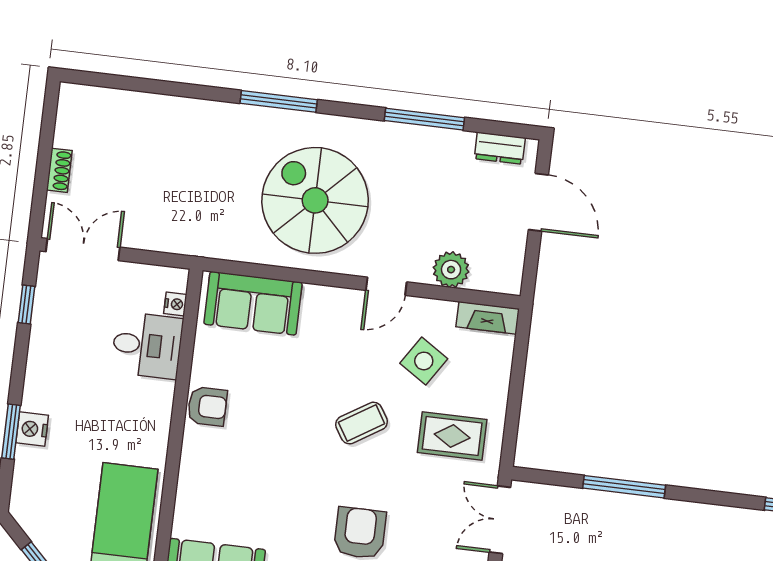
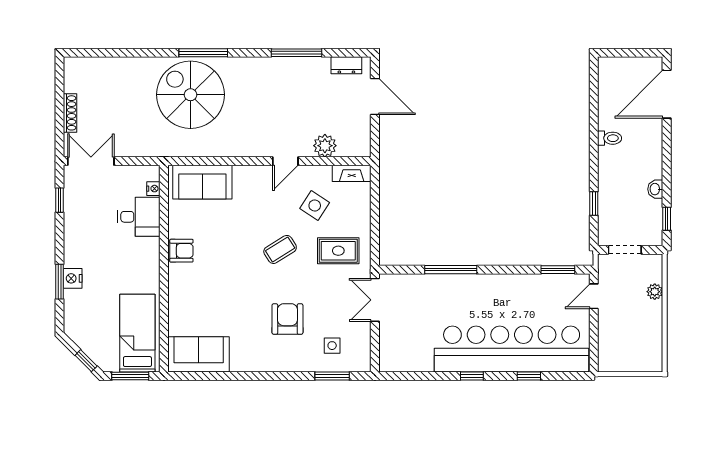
shoe rack: (59, 170) -> (70, 113), width x1.43
spiral stairs: (315, 200) -> (190, 95), moved

